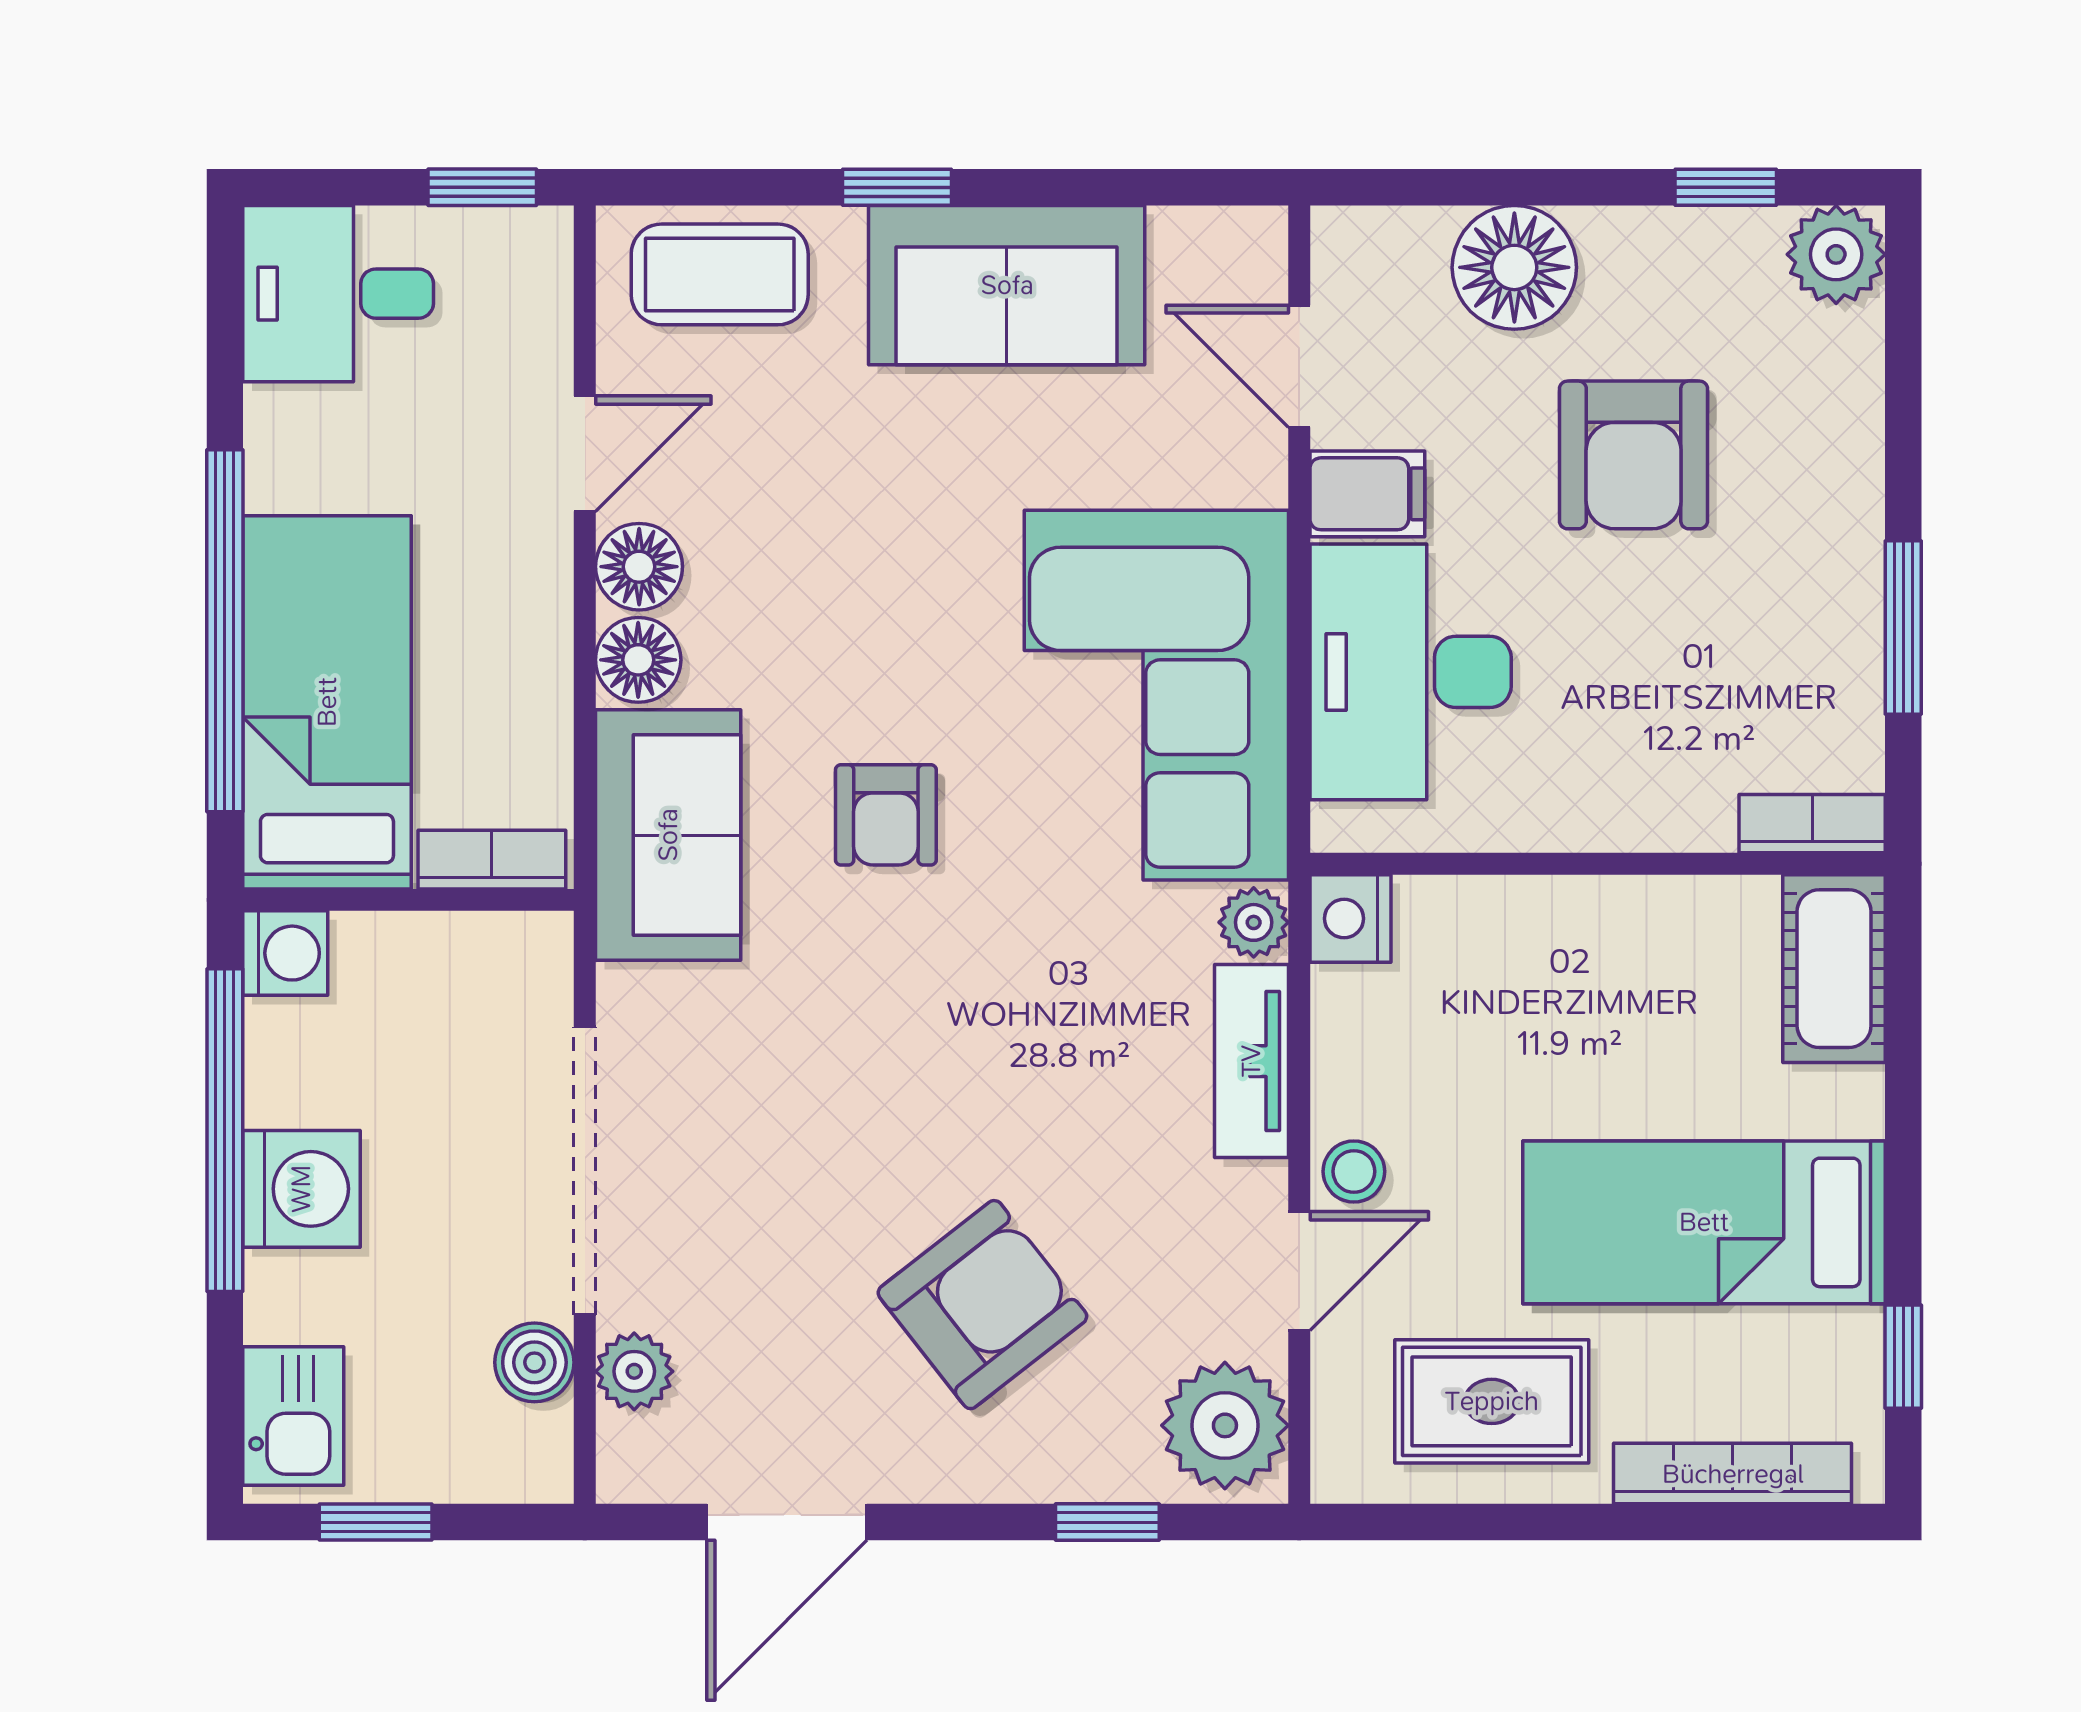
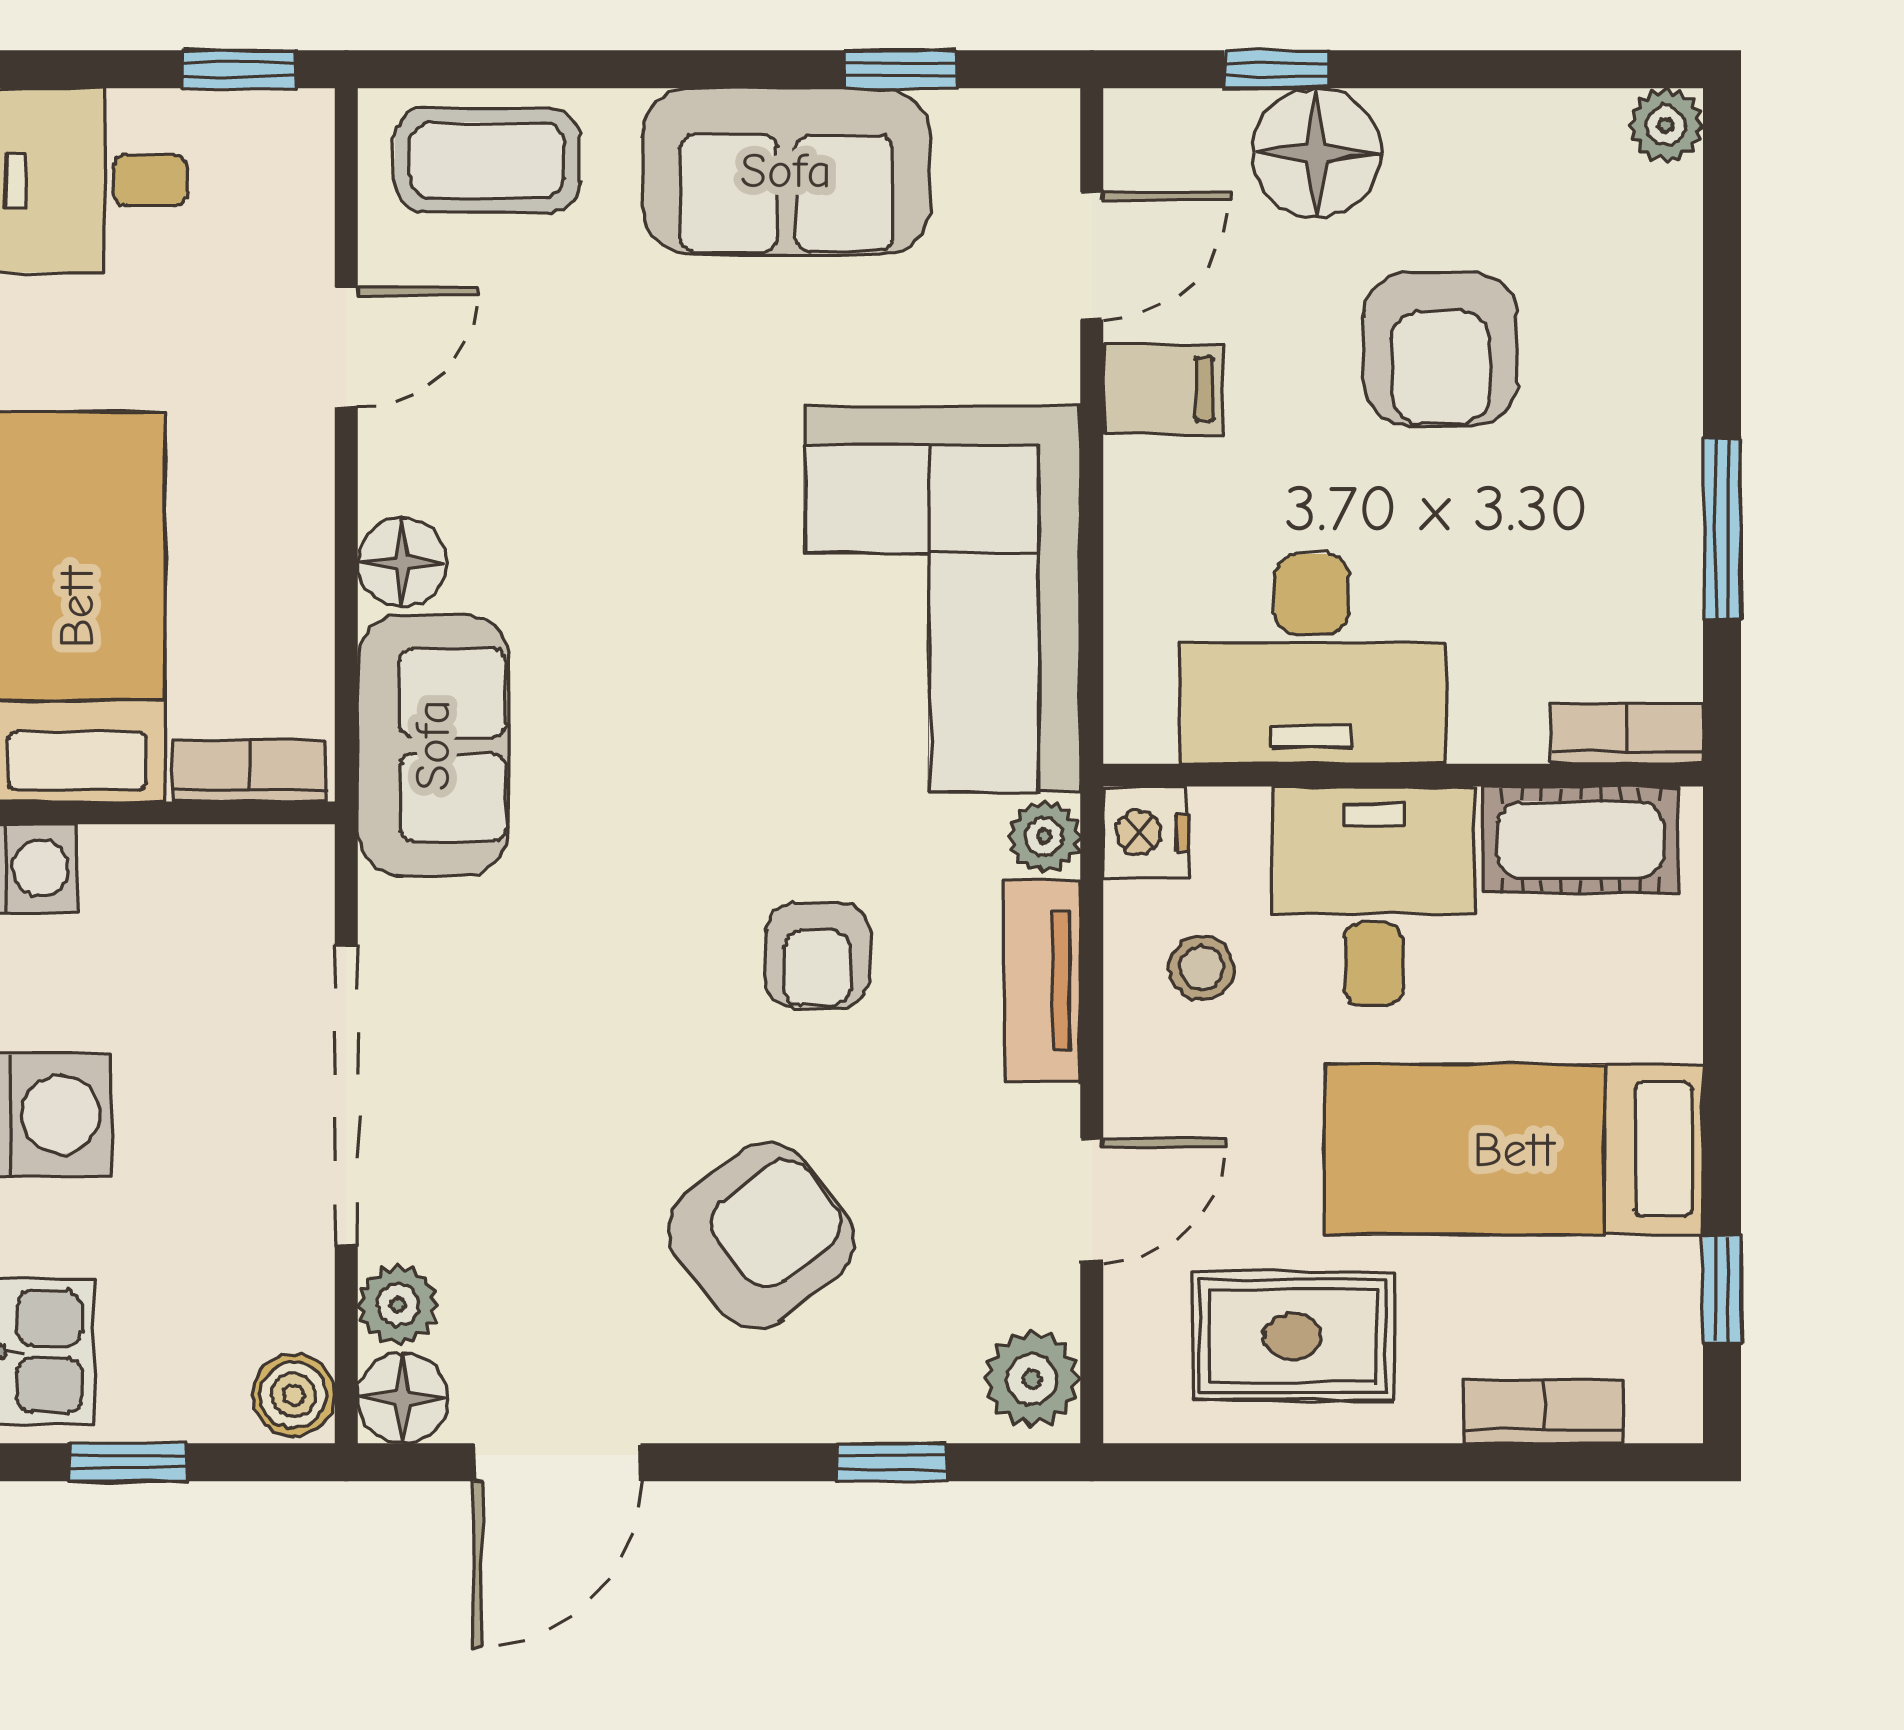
window: (897, 187) -> (900, 69), moved
window: (1726, 187) -> (1277, 69), moved
plant: (1836, 254) -> (1666, 125), width x0.73, depth x0.73
door: (1299, 366) -> (1092, 256), swing flipped
floor lamp: (639, 567) -> (403, 1398), moved
desk: (1411, 672) -> (1312, 659), moved, turned -90
armchair: (886, 815) -> (818, 955), moved
cot: (1834, 969) -> (1581, 840), moved, turned 90
desk: (1569, 980) -> (1373, 896), added
stool: (1354, 1171) -> (1202, 968), moved
boiler: (534, 1362) -> (294, 1395), moved
plant: (1225, 1425) -> (1032, 1379), width x0.73, depth x0.73
bookcase: (1733, 1474) -> (1544, 1412), width x0.64

